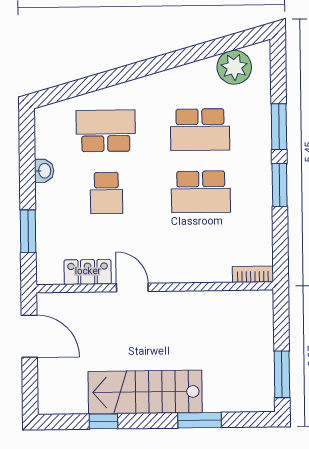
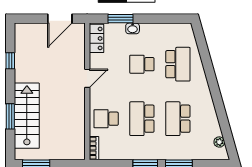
plant: (234, 67) -> (219, 142), width x0.53, depth x0.53
washbasin: (44, 171) -> (133, 28), moved
school desk: (202, 254) -> (106, 119), added
locker: (88, 272) -> (97, 38), moved
stairs: (145, 392) -> (27, 116), moved

